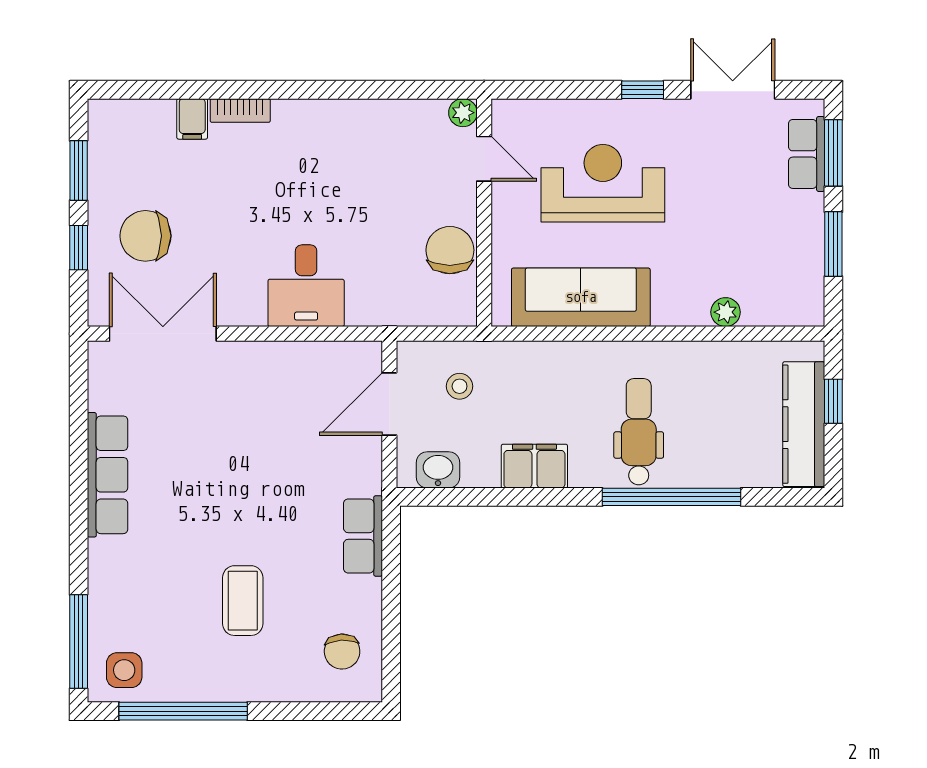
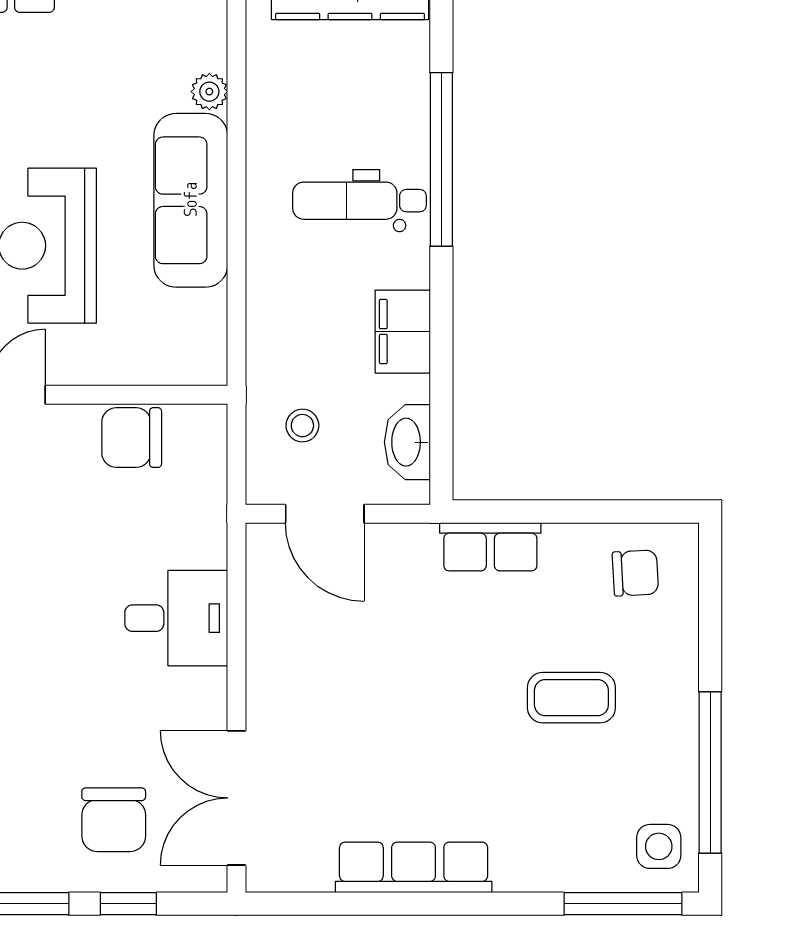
sofa: (581, 297) -> (191, 200), moved
washbasin: (438, 470) -> (407, 442), width x1.38

